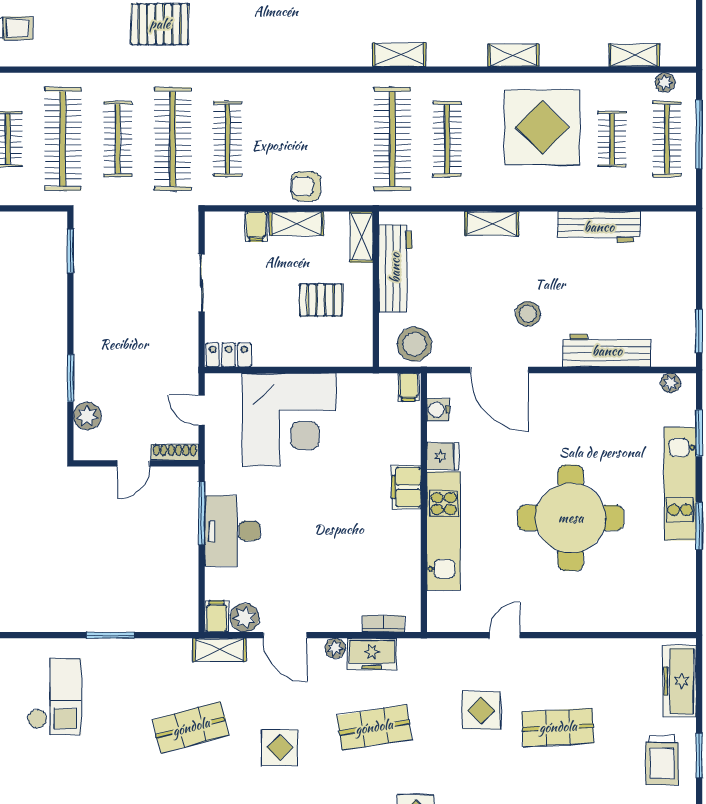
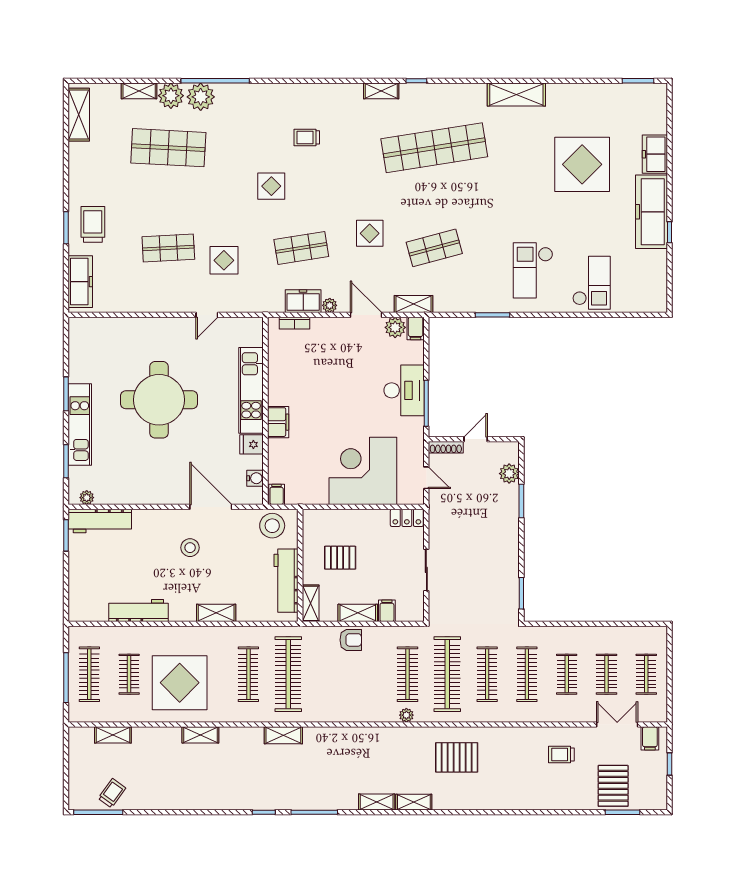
plant: (665, 82) -> (406, 715), moved
clothes rail: (63, 139) -> (527, 674), width x0.73, depth x0.76
workbench: (607, 351) -> (100, 521), moved

